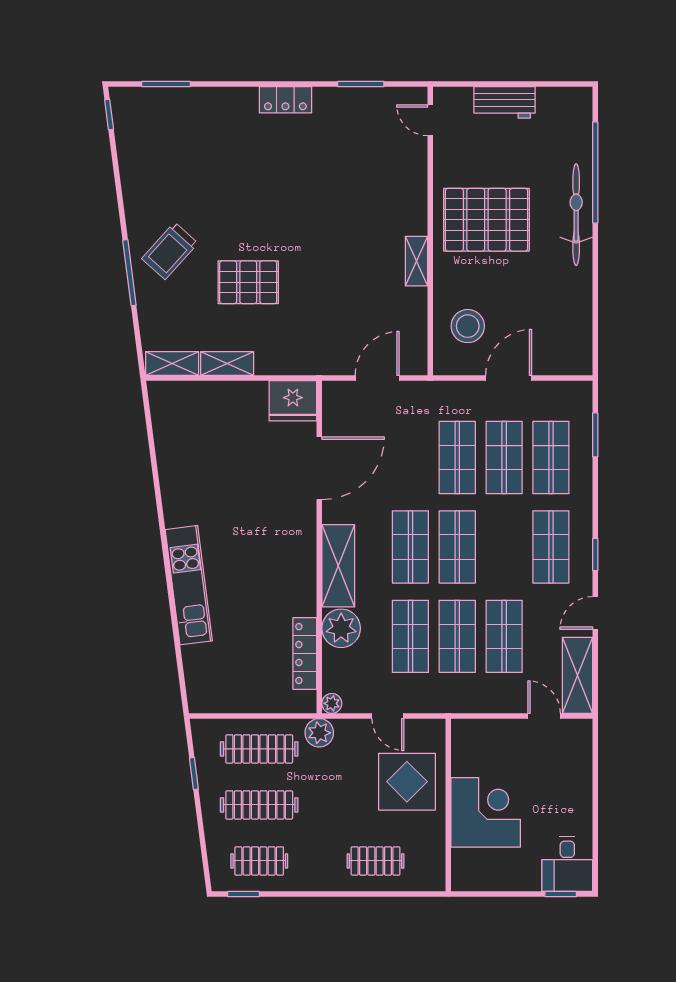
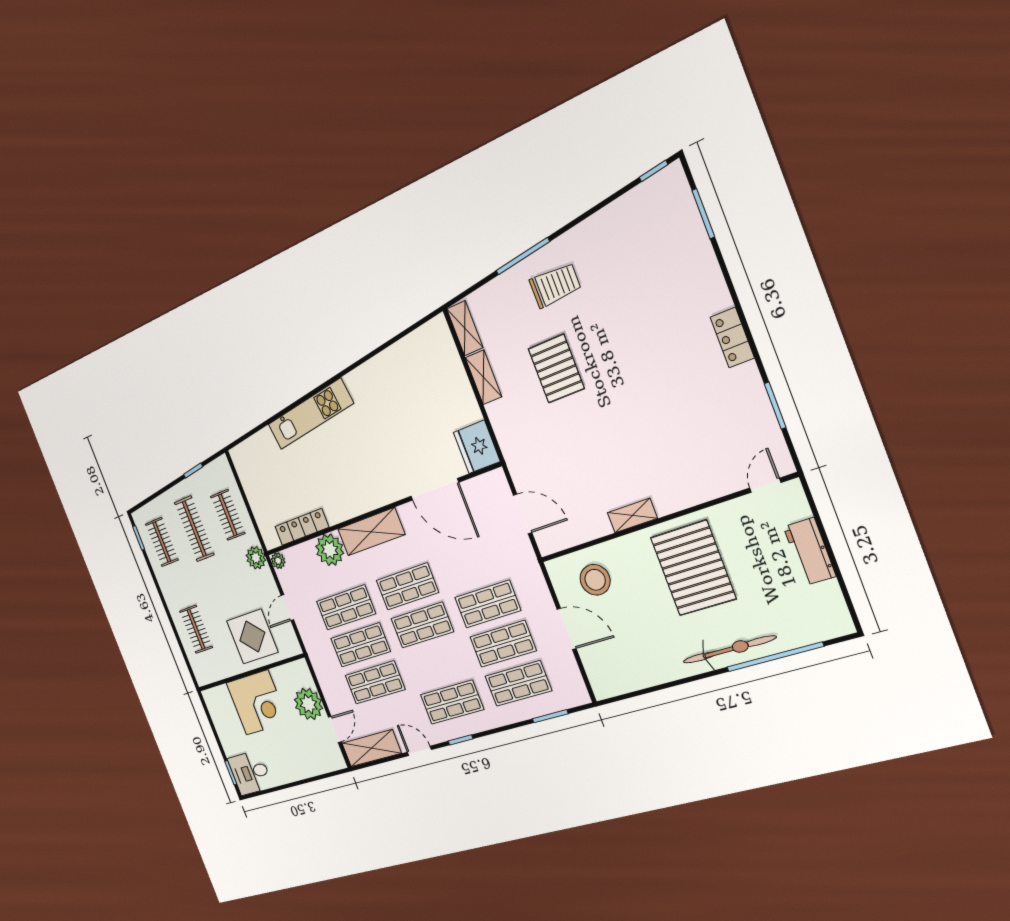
trolley: (170, 251) -> (555, 285), turned 138
plant: (506, 739) -> (308, 704), added
clothes rail: (259, 749) -> (228, 515), width x0.73

